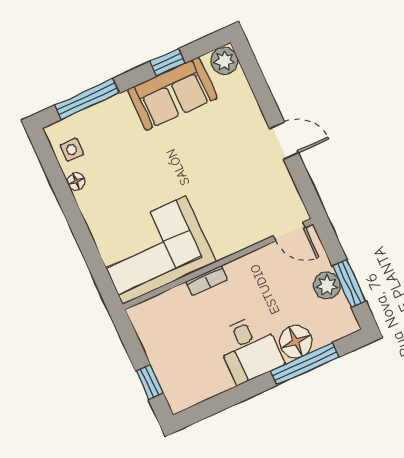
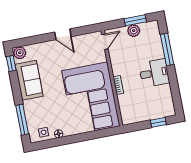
window: (168, 62) -> (11, 63), moved
door: (284, 141) -> (63, 34), swing flipped
corner sofa: (154, 250) -> (91, 98), width x1.36, depth x1.36
floor lamp: (296, 342) -> (156, 51), removed

